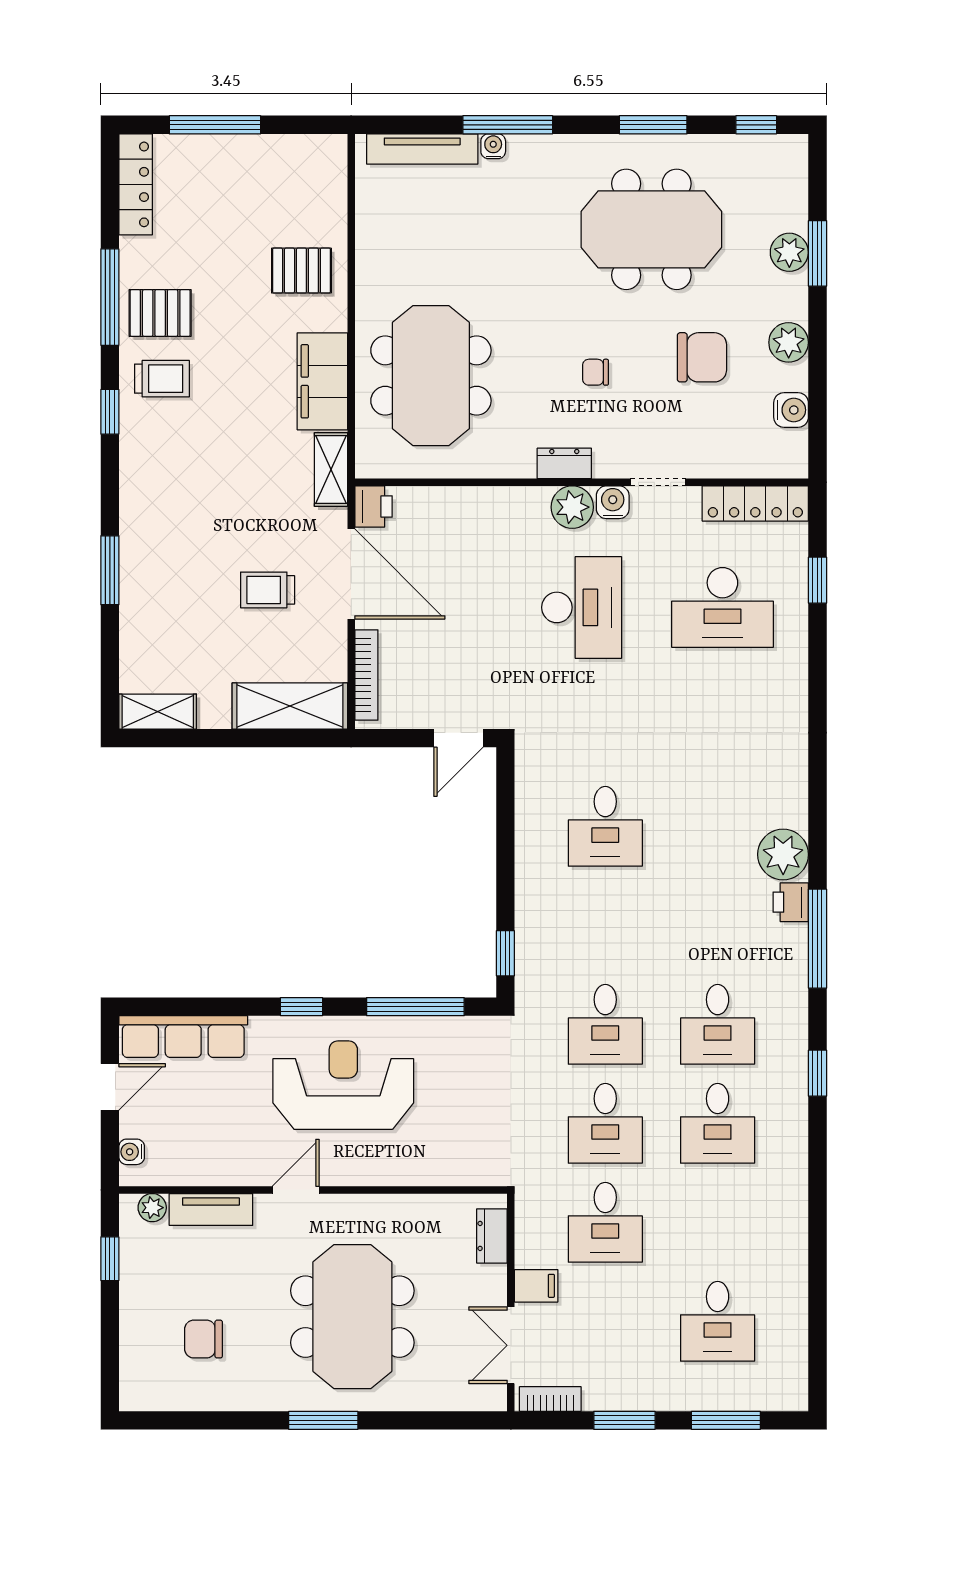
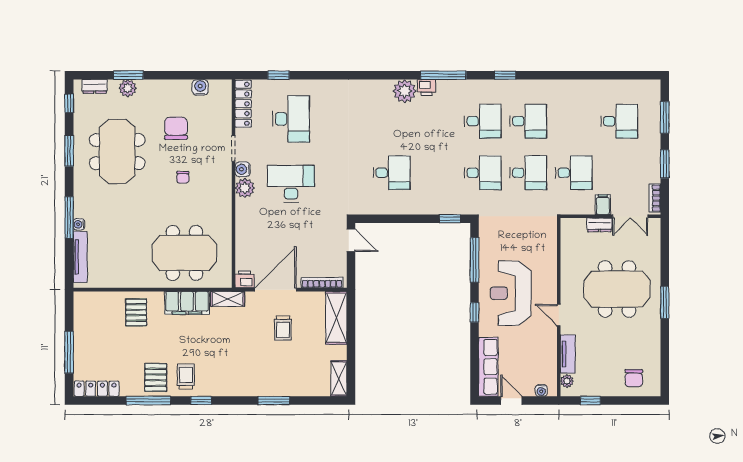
plant: (789, 342) -> (169, 88), removed
dresser: (564, 463) -> (95, 86), moved, turned -90
dresser: (492, 1236) -> (599, 225), moved
chair: (204, 1339) -> (634, 378), moved

